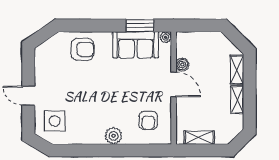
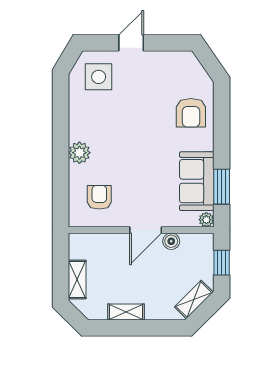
window: (199, 25) -> (222, 263), added
shelving: (237, 70) -> (194, 299), moved, turned -45
armchair: (148, 120) -> (99, 197), turned 90
shelving: (199, 138) -> (77, 280), moved

